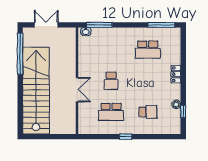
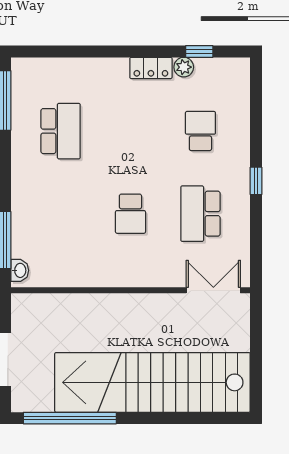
locker: (176, 74) -> (151, 68), moved
school desk: (111, 81) -> (130, 214), turned 90
double door: (77, 90) -> (213, 290), moved
school desk: (111, 112) -> (200, 214), turned 180

